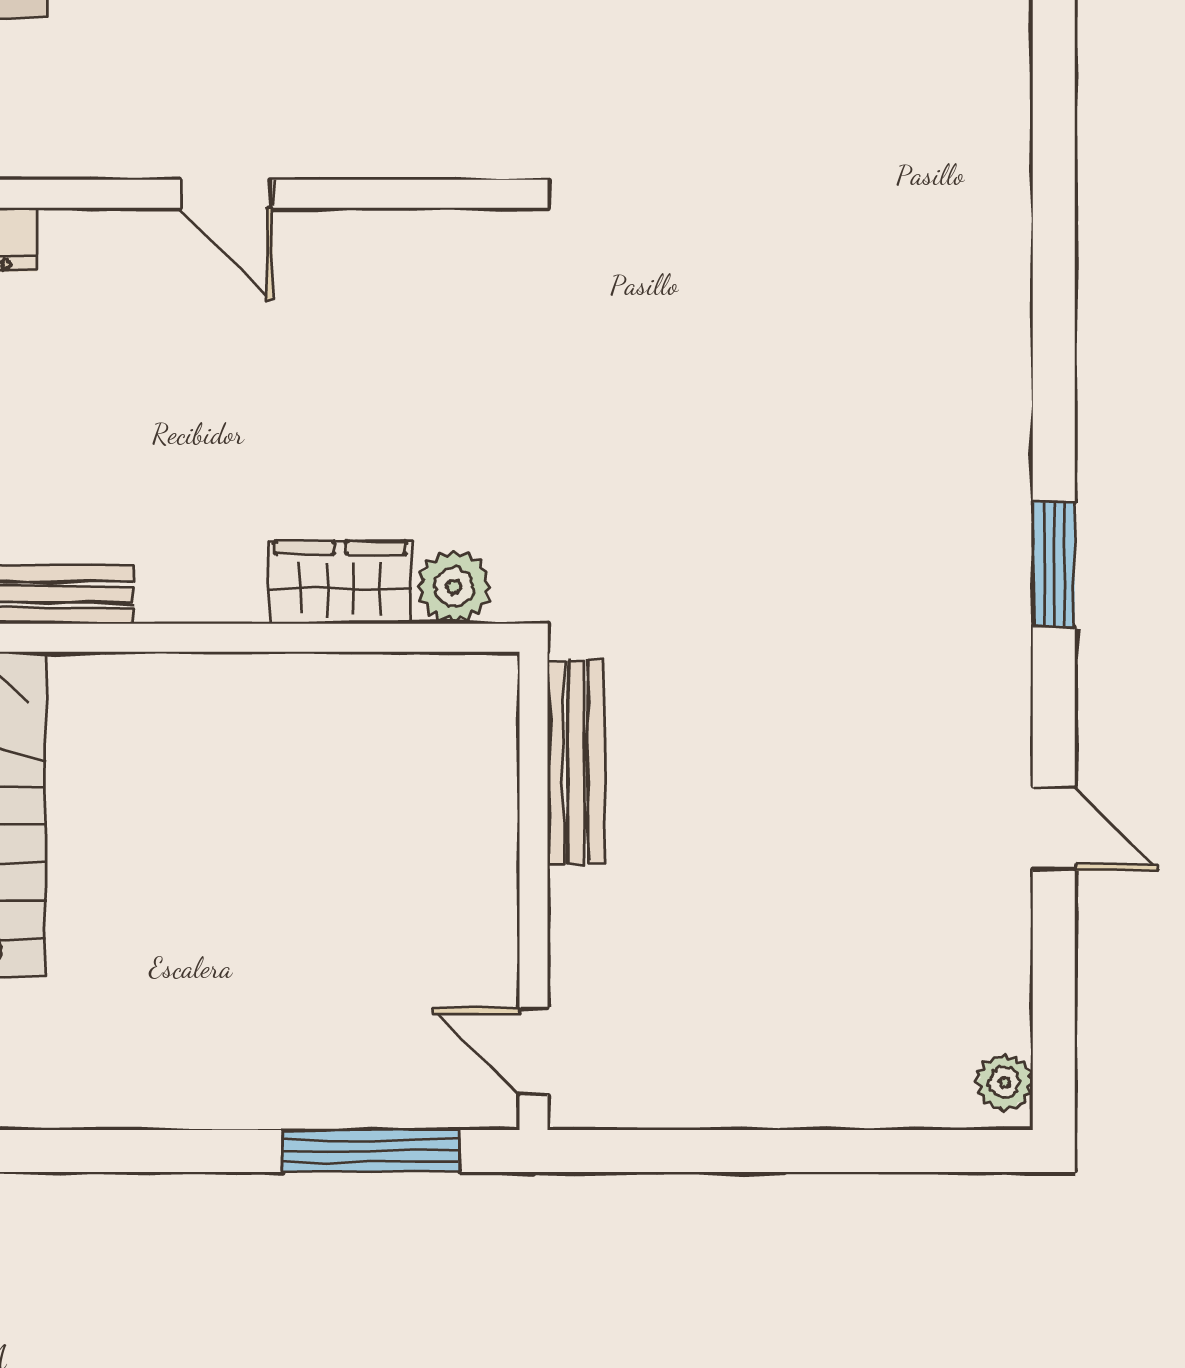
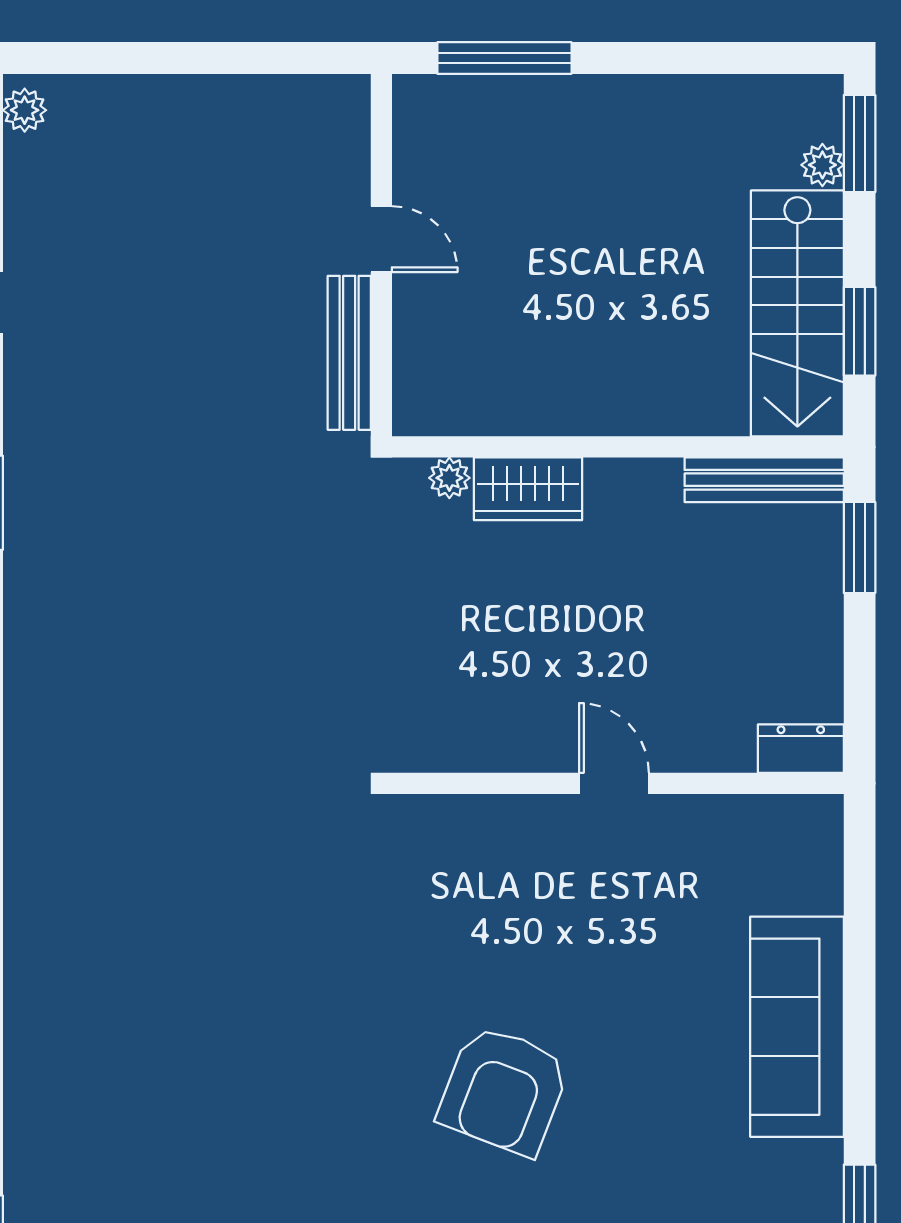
plant: (454, 587) -> (449, 478), width x0.73, depth x0.73
door: (534, 1052) -> (381, 239), moved

